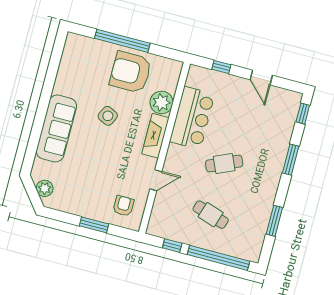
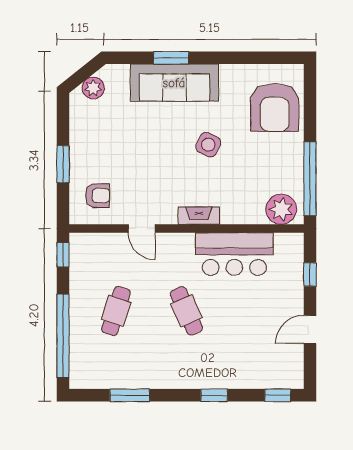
window: (122, 41) -> (310, 179), moved
armchair: (131, 72) -> (275, 108), moved, turned 180
plant: (161, 102) -> (281, 209), moved
window: (38, 126) -> (171, 58), added
fireplace: (155, 136) -> (199, 216), width x0.73, depth x0.76
window: (291, 160) -> (214, 395), width x0.67
window: (172, 246) -> (63, 255), moved

